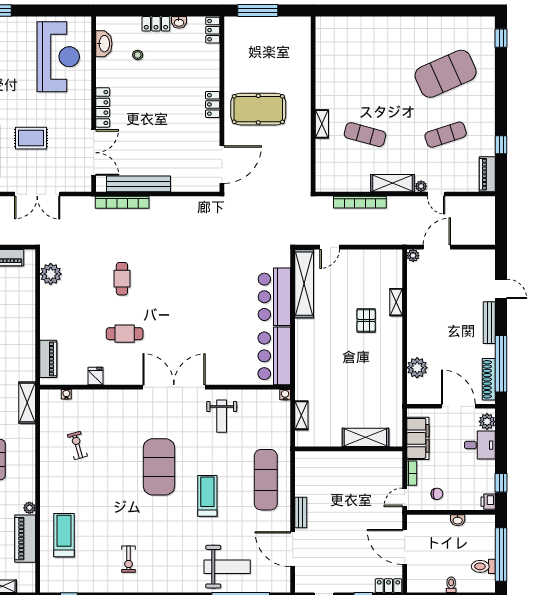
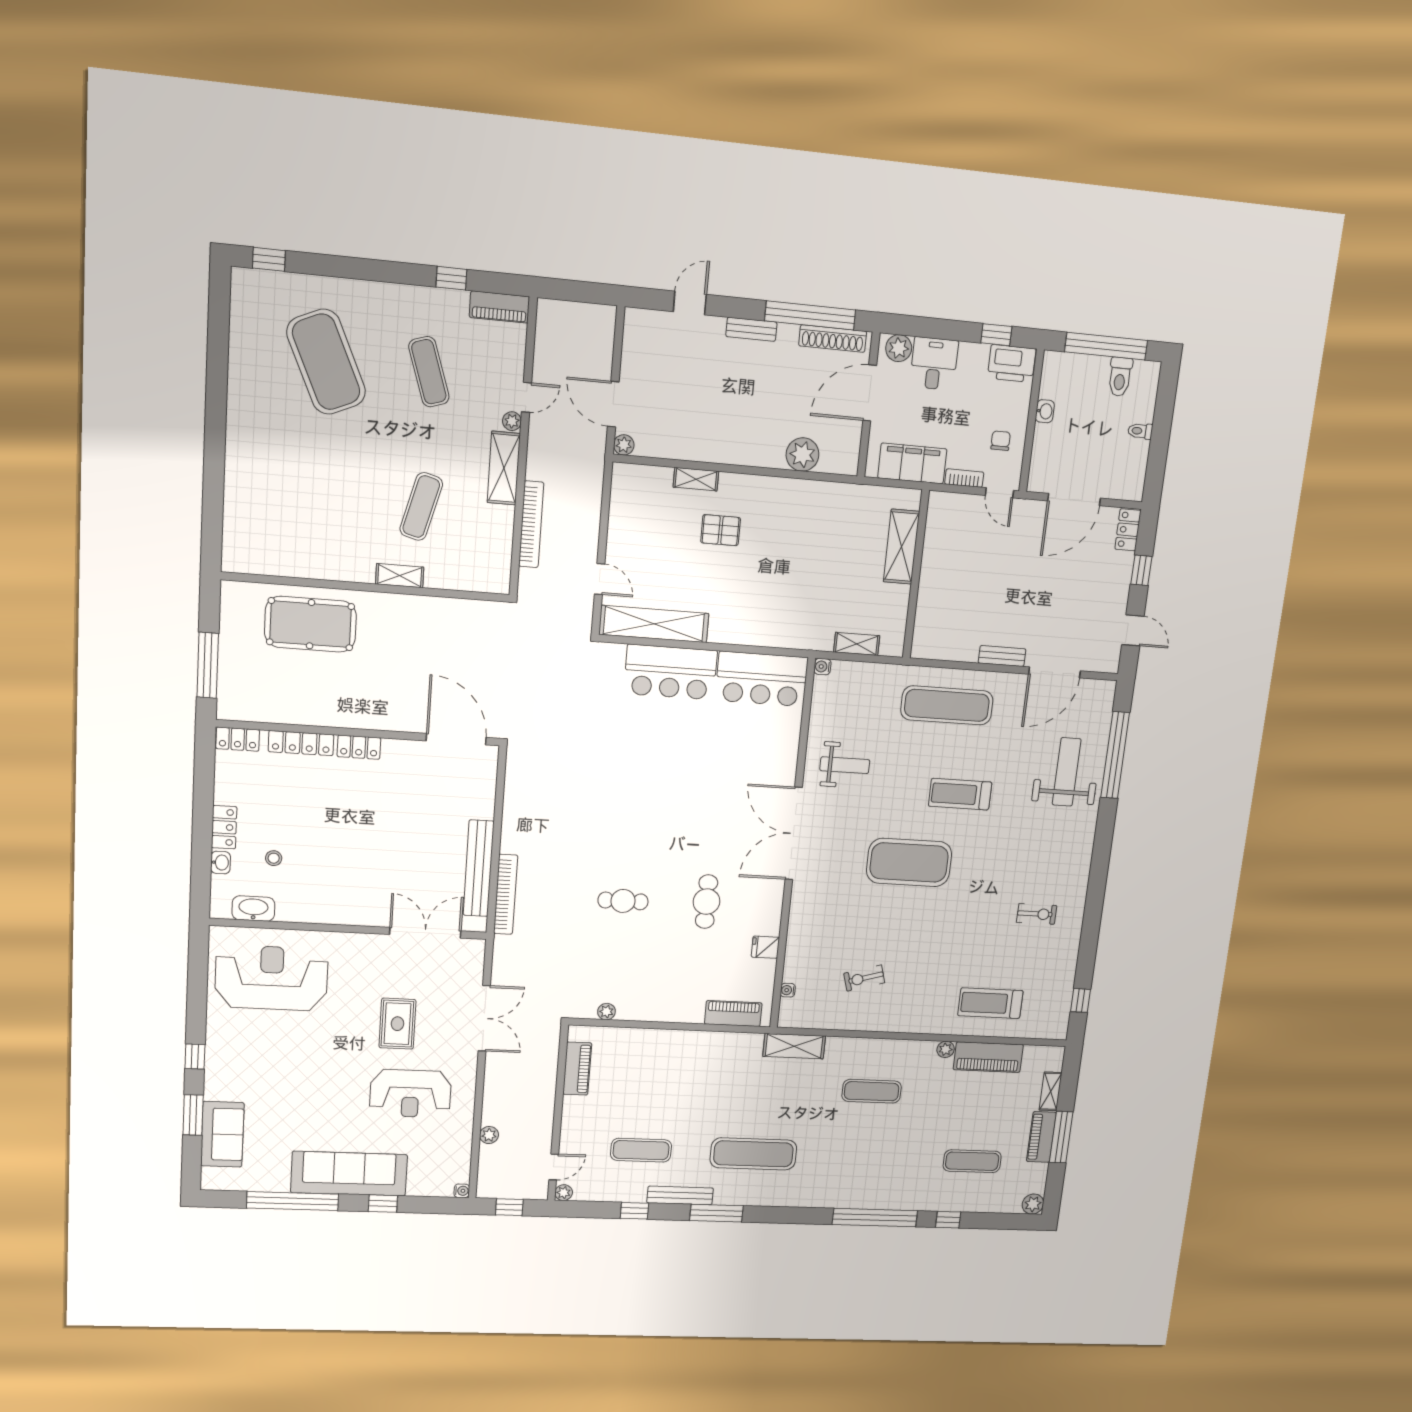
washbasin: (179, 22) -> (221, 863), moved
locker: (103, 108) -> (301, 743), moved, turned 180
pool table: (258, 109) -> (311, 624), moved, turned 90
plant: (51, 274) -> (606, 1012), width x0.53, depth x0.53
bench: (489, 323) -> (751, 329), width x0.73
printer: (488, 502) -> (1012, 363), width x1.87, depth x1.48

